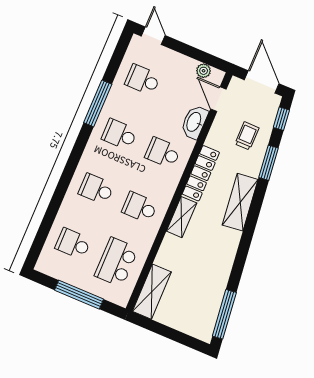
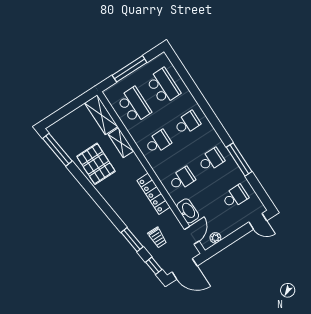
door: (218, 99) -> (192, 235), hinge flipped
shelving: (240, 202) -> (120, 206), removed
shelving: (182, 217) -> (121, 143), moved
school desk: (73, 244) -> (163, 86), width x1.85
pallet: (211, 260) -> (96, 164), added

